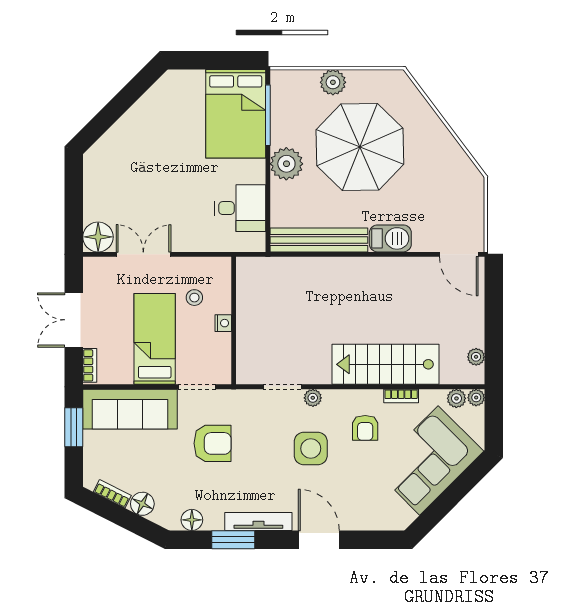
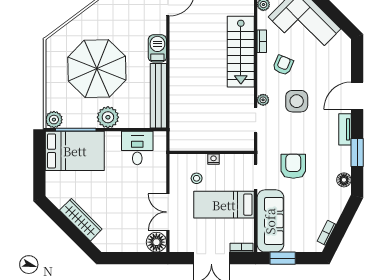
plant: (333, 82) -> (54, 120), moved
wardrobe: (132, 123) -> (81, 220), added
armchair: (365, 428) -> (283, 65), turned -67
floor lamp: (142, 504) -> (333, 213), removed
tv unit: (258, 521) -> (345, 129), width x0.71

